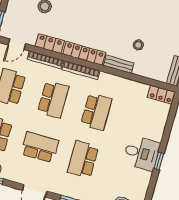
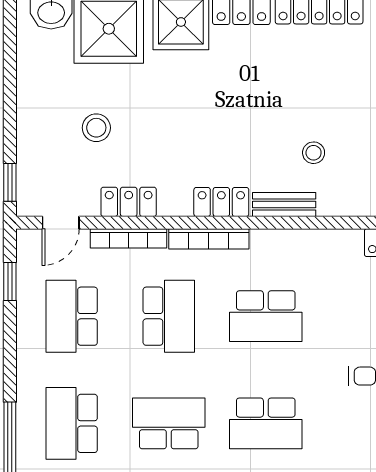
locker: (84, 53) -> (221, 202), width x0.66
school desk: (96, 112) -> (266, 316), turned 90
school desk: (83, 159) -> (266, 423), turned -90

